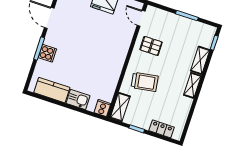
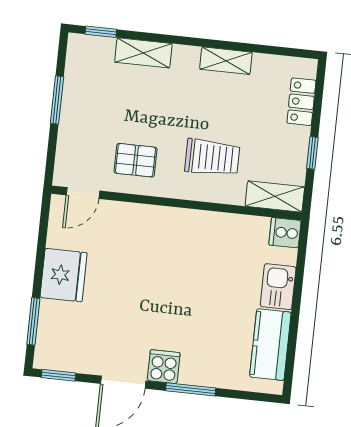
pallet: (151, 46) -> (136, 160), turned 90
cooker: (47, 53) -> (164, 367), moved
trolley: (145, 82) -> (212, 157), turned 99
shelving: (192, 85) -> (226, 61), moved

